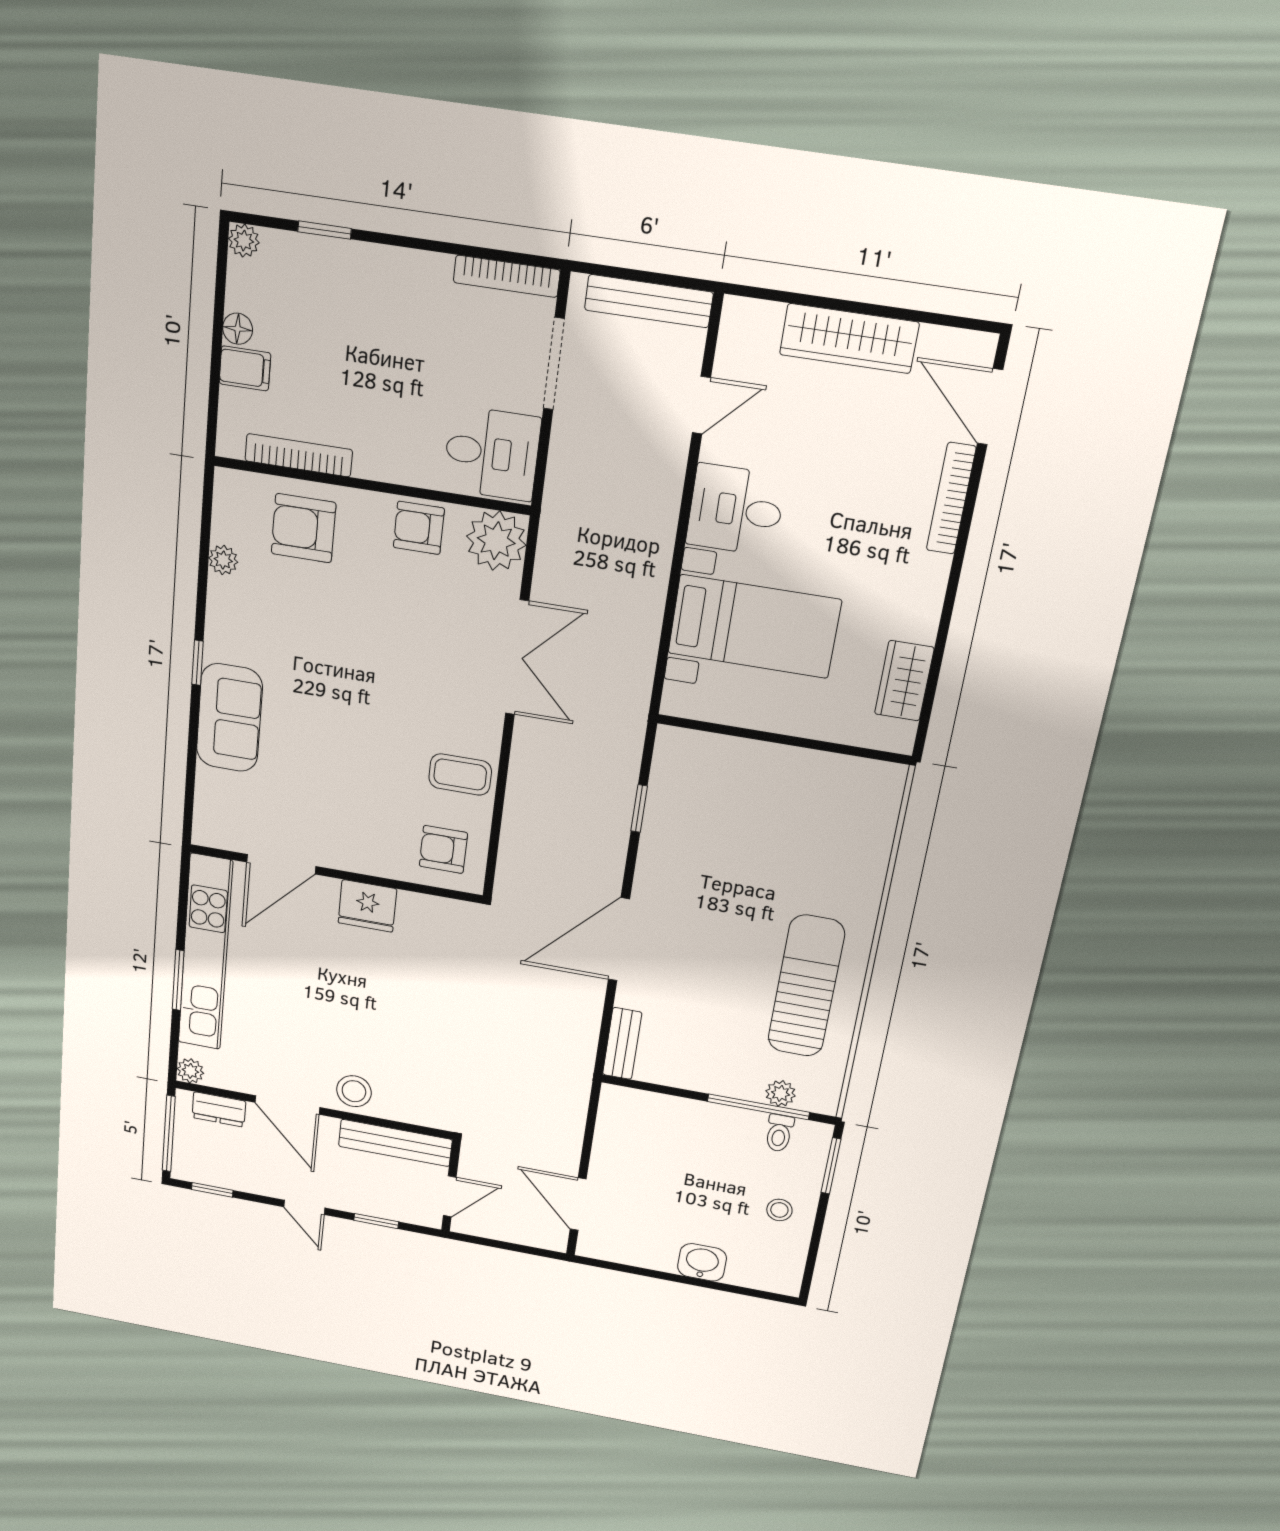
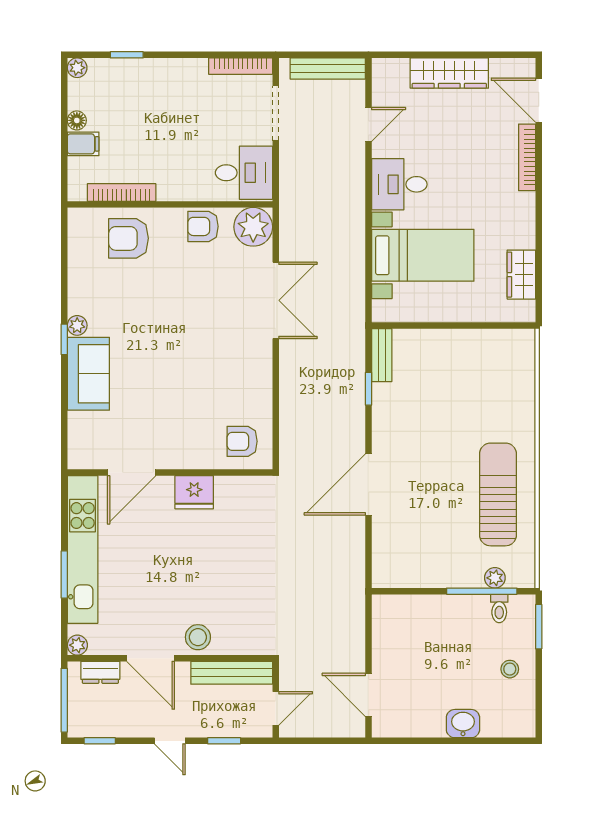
plant: (223, 560) -> (77, 325), moved
coffee table: (460, 774) -> (248, 386), removed
bench: (622, 1044) -> (382, 355), moved

